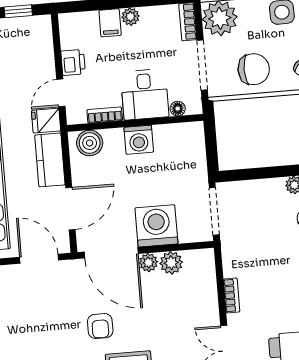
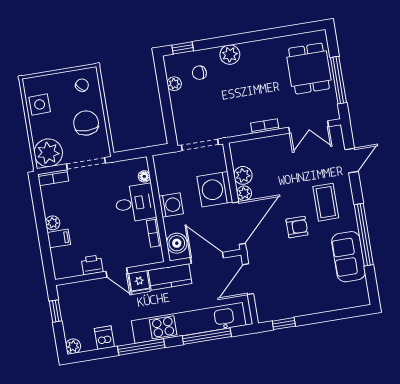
desk: (145, 94) -> (135, 203), moved
floor lamp: (178, 109) -> (144, 176), moved
bookcase: (105, 115) -> (154, 233), moved
wall: (135, 123) -> (158, 209), moved
washing machine: (139, 140) -> (171, 205), moved
boiler: (90, 143) -> (177, 243), moved

